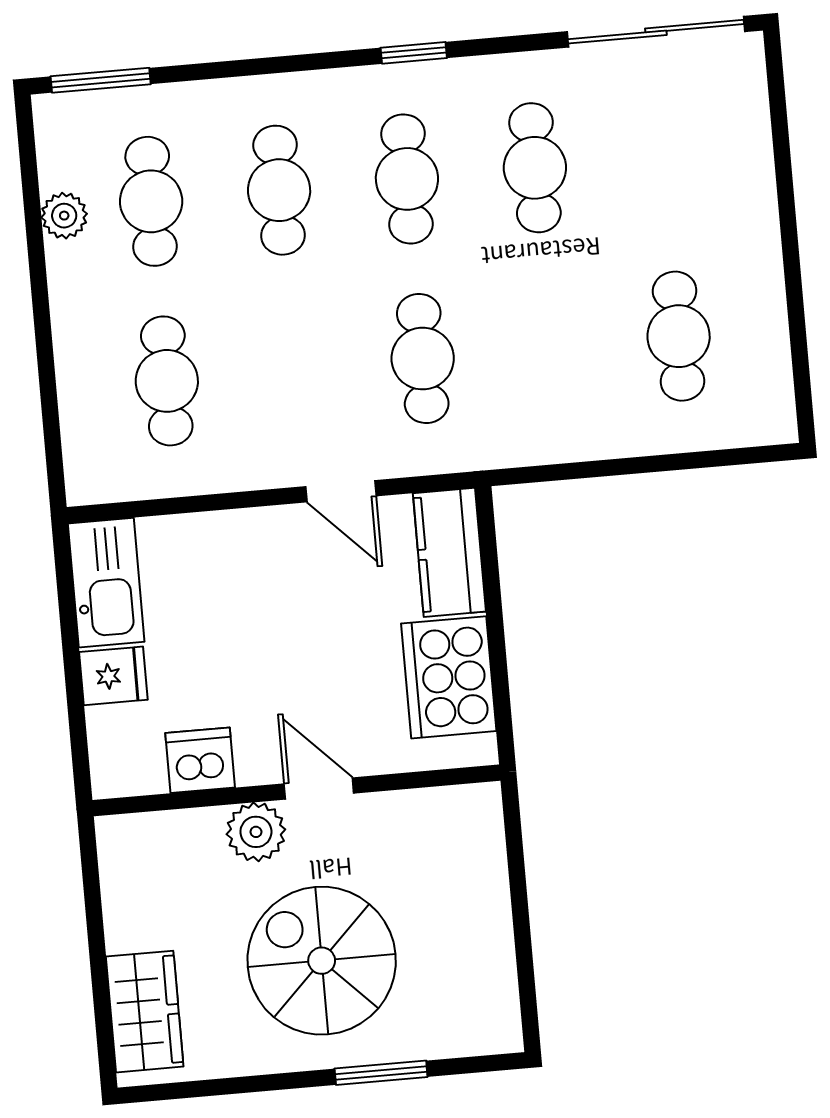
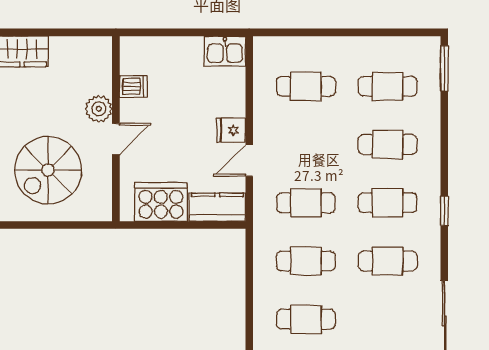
plant: (64, 216) -> (385, 47), removed
cafe table: (551, 347) -> (306, 261), added
kitchen sink: (106, 583) -> (225, 51), width x0.73
fridge: (113, 676) -> (231, 130), moved, turned 90
dishwasher: (200, 760) -> (133, 86), width x0.73
spiral stairs: (322, 961) -> (48, 170), moved, turned 180

